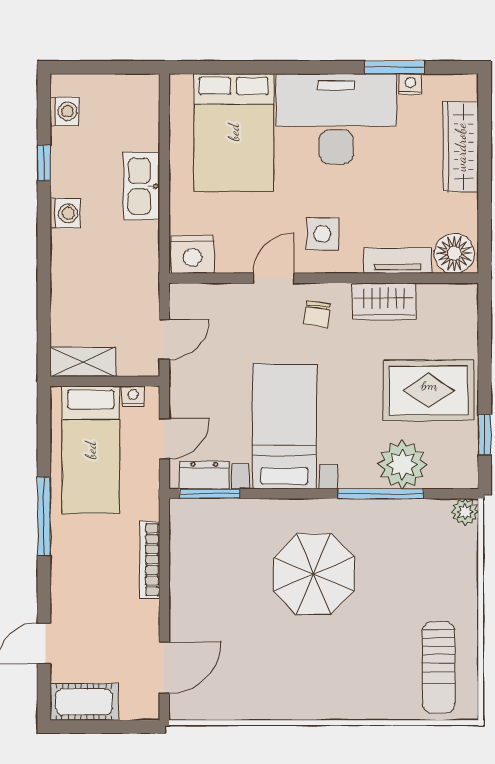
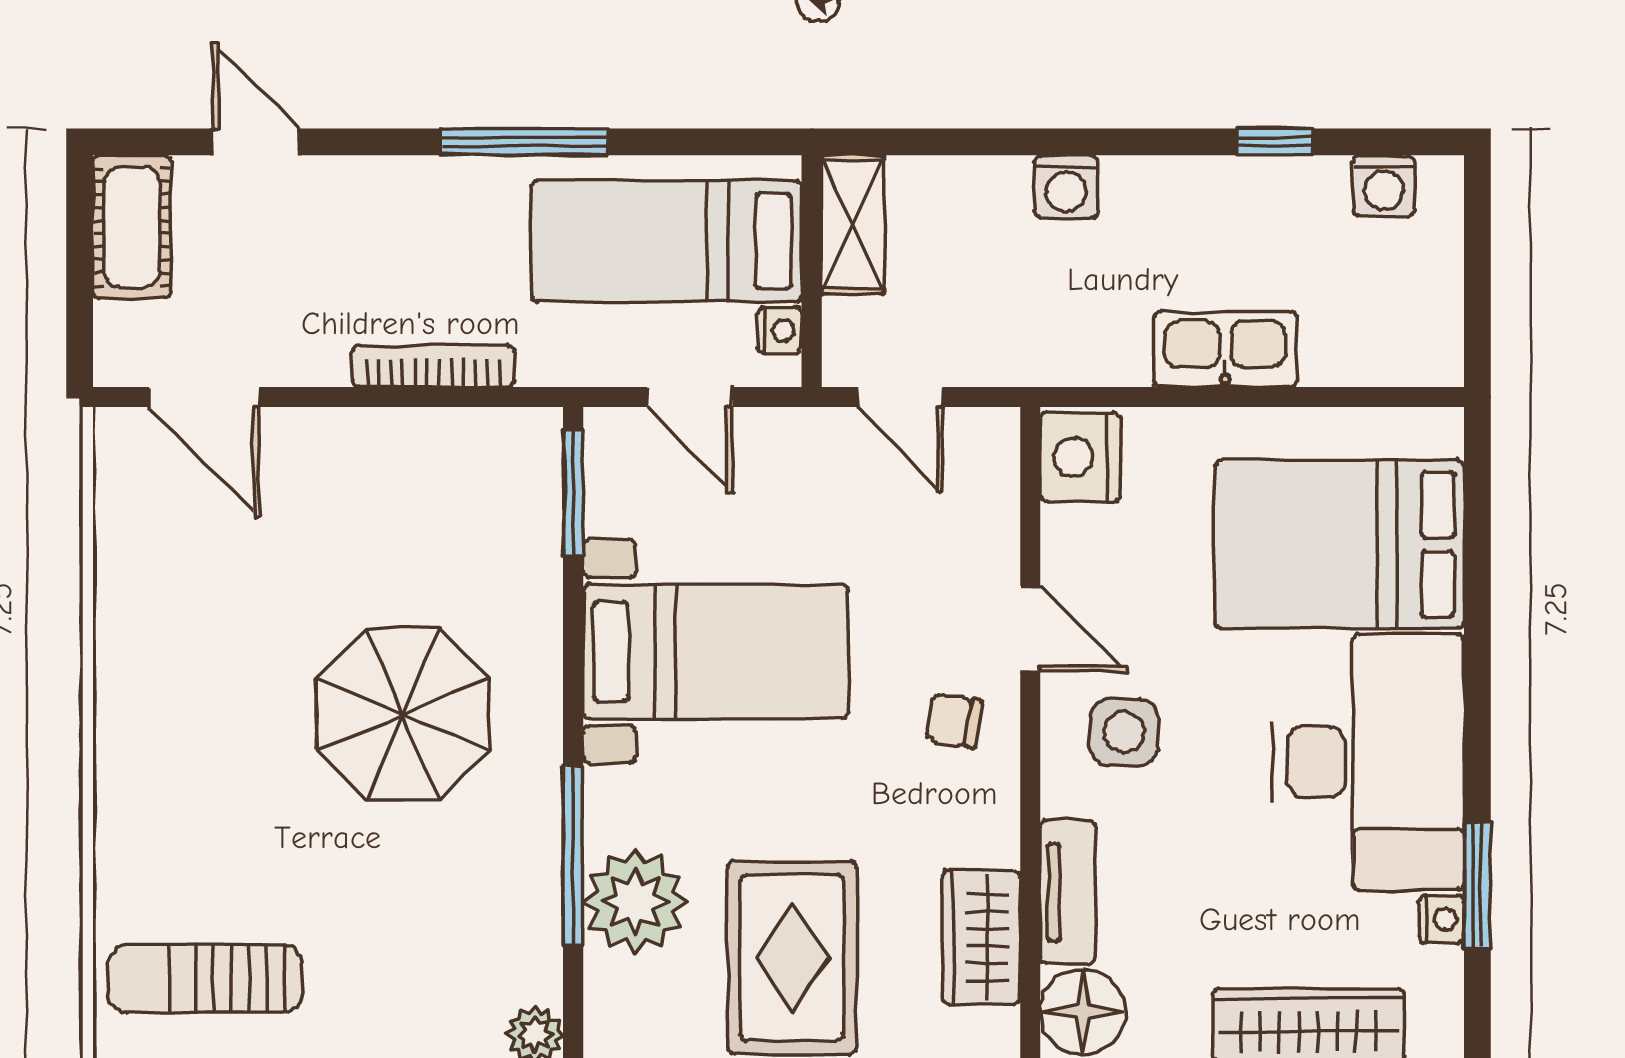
washing machine: (65, 213) -> (1066, 187), moved
wardrobe: (384, 301) -> (981, 937), moved
dresser: (204, 475) -> (613, 482), removed

